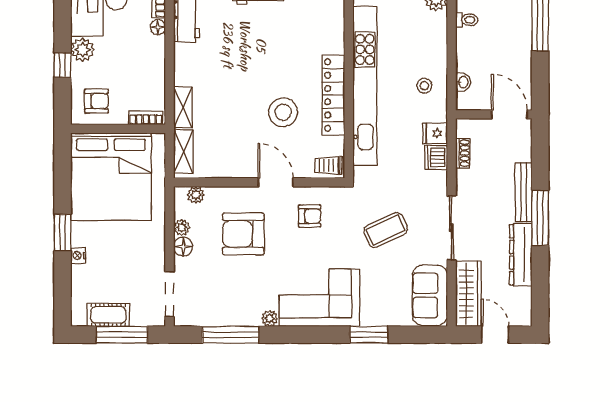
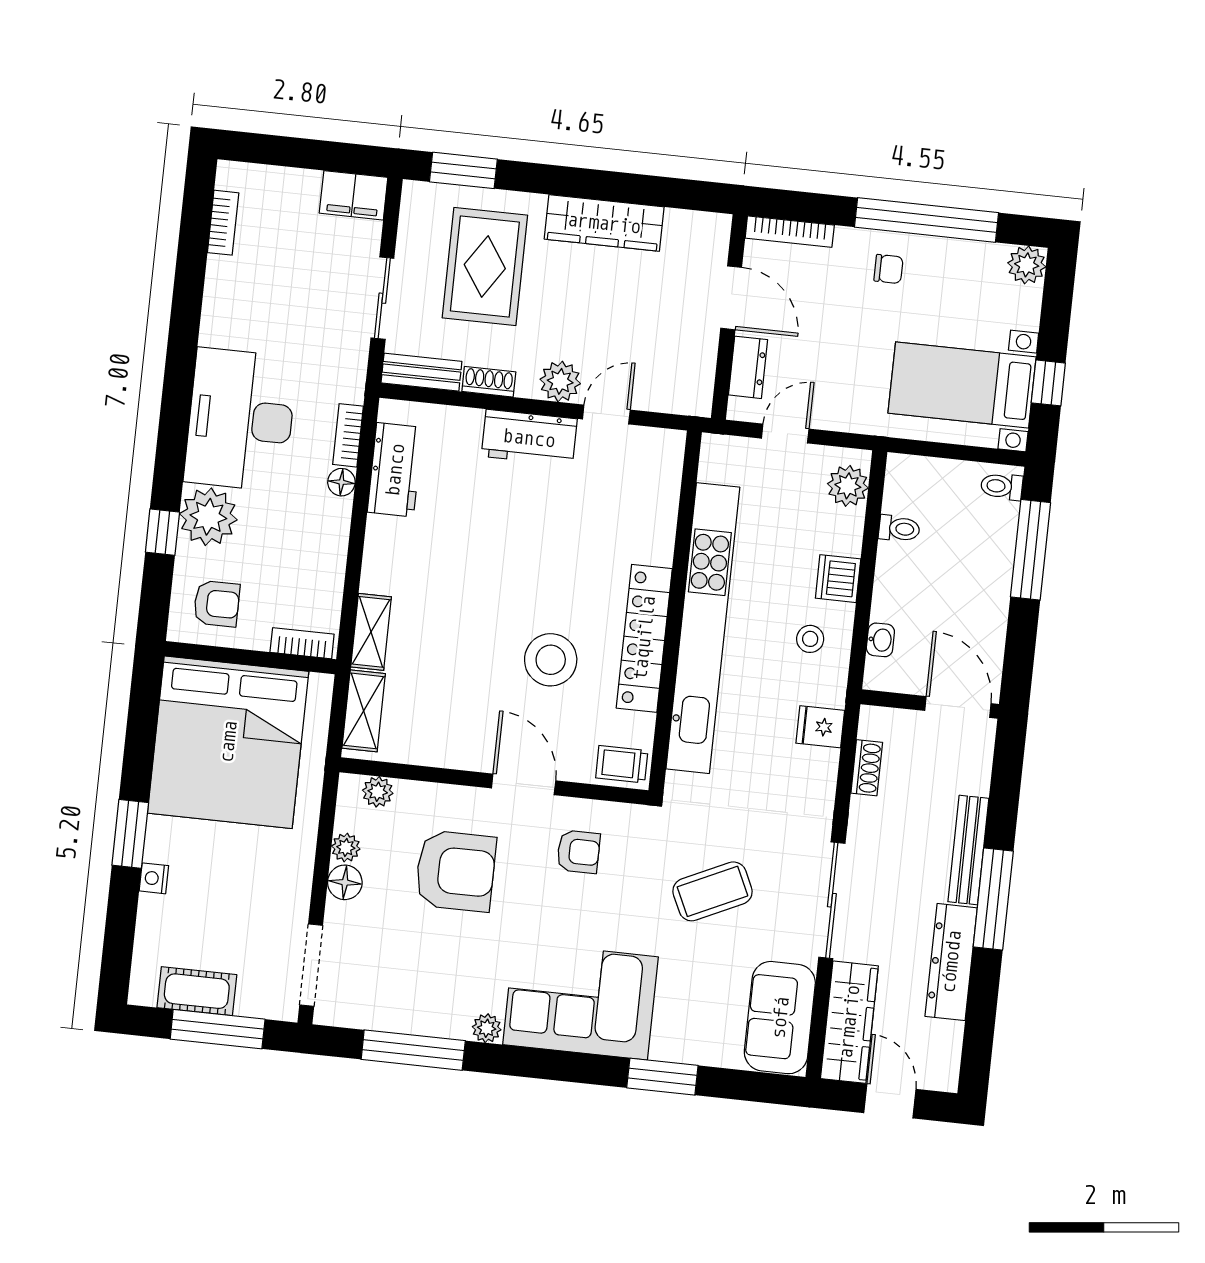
plant: (83, 50) -> (208, 517), width x1.36, depth x1.36
dishwasher: (436, 157) -> (838, 579), moved
armchair: (243, 234) -> (456, 871), turned 180

